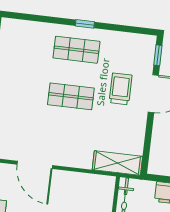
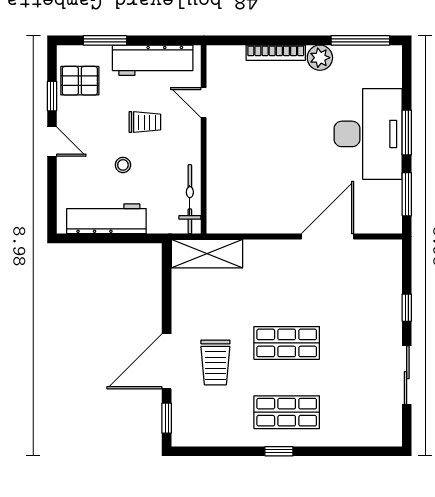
door: (35, 165) -> (327, 236), hinge flipped

